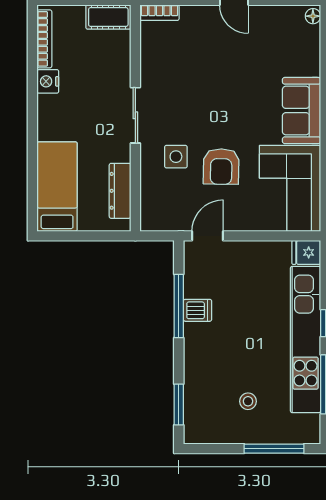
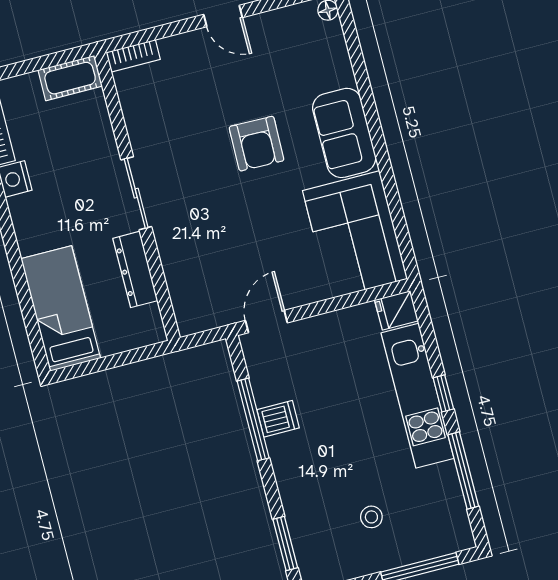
side table: (176, 157) -> (201, 232), removed
armchair: (221, 167) -> (257, 144), moved
dresser: (120, 191) -> (135, 269), moved
kitchen unit: (306, 339) -> (417, 396), width x0.73

